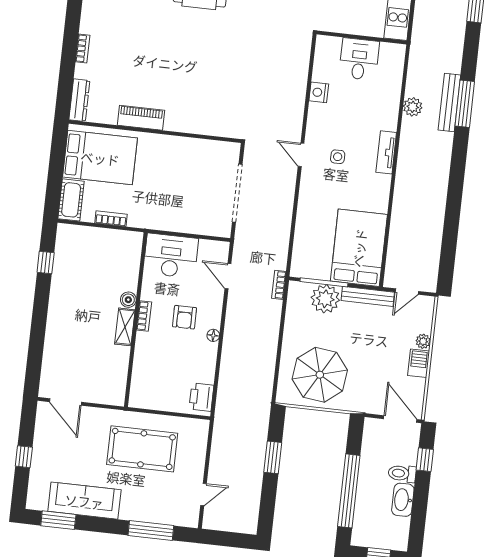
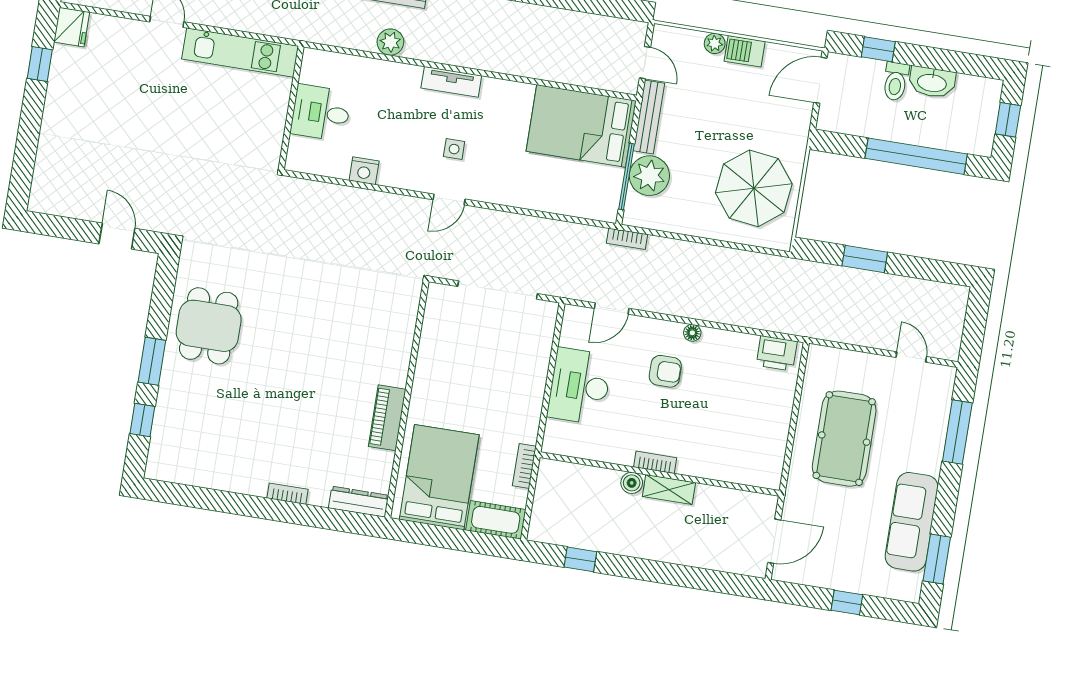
boiler: (128, 300) -> (632, 483), moved
bookcase: (144, 316) -> (655, 462), moved
wall: (136, 320) -> (660, 474), moved
shelving: (125, 327) -> (669, 489), moved

